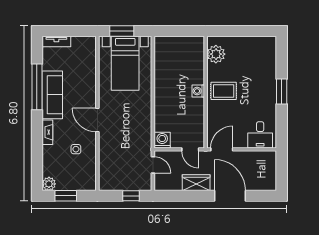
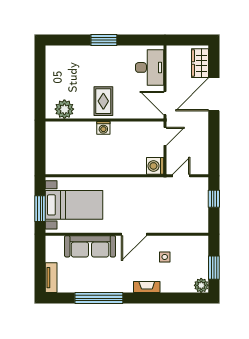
sofa: (52, 95) -> (90, 246), moved, turned 180
desk: (260, 135) -> (150, 67), width x1.37
wardrobe: (196, 183) -> (200, 63), moved

